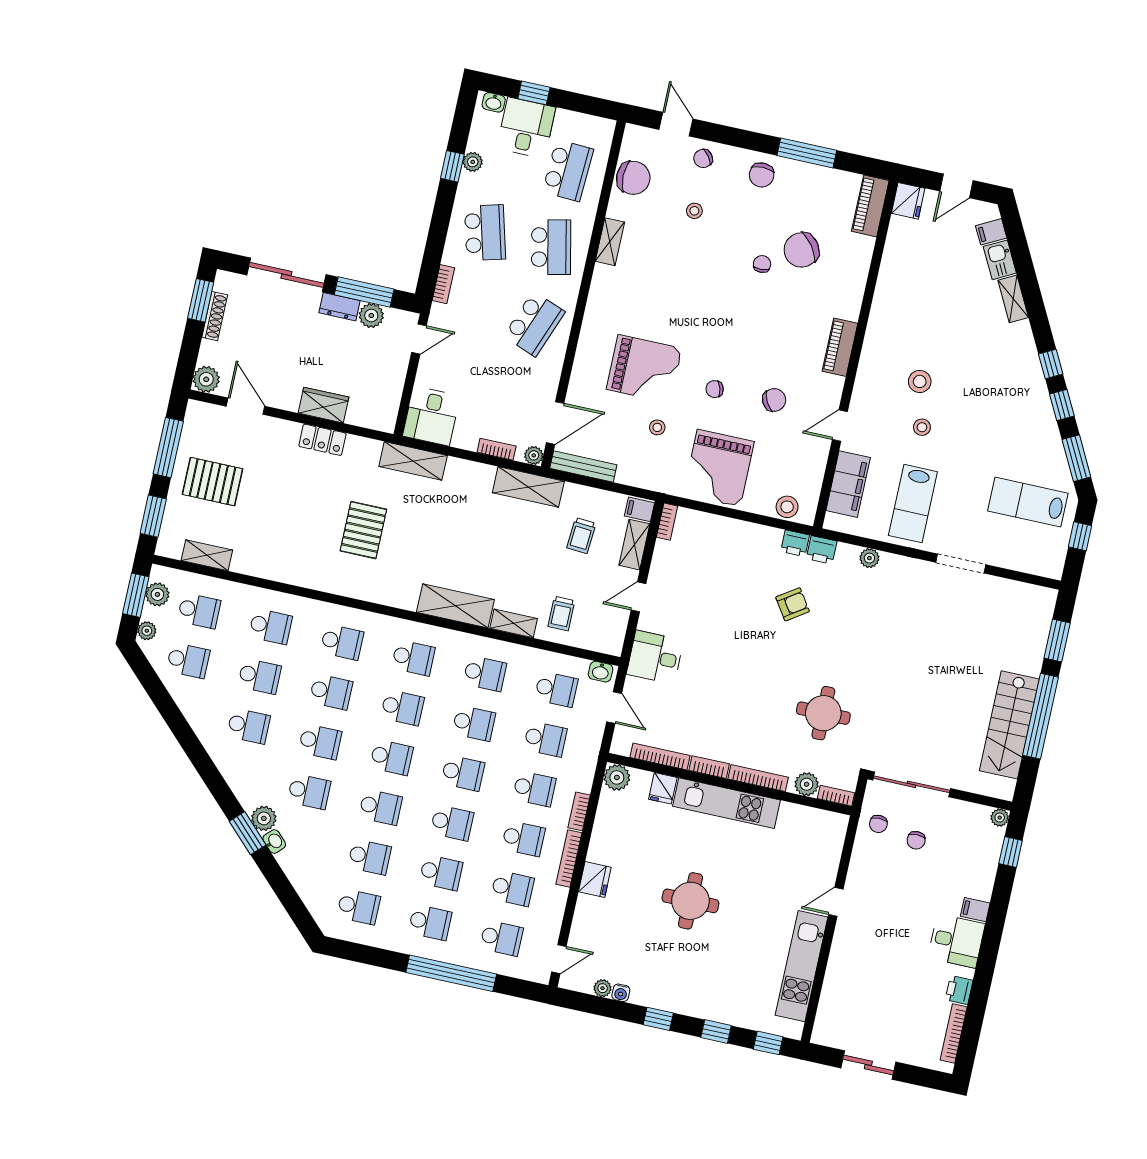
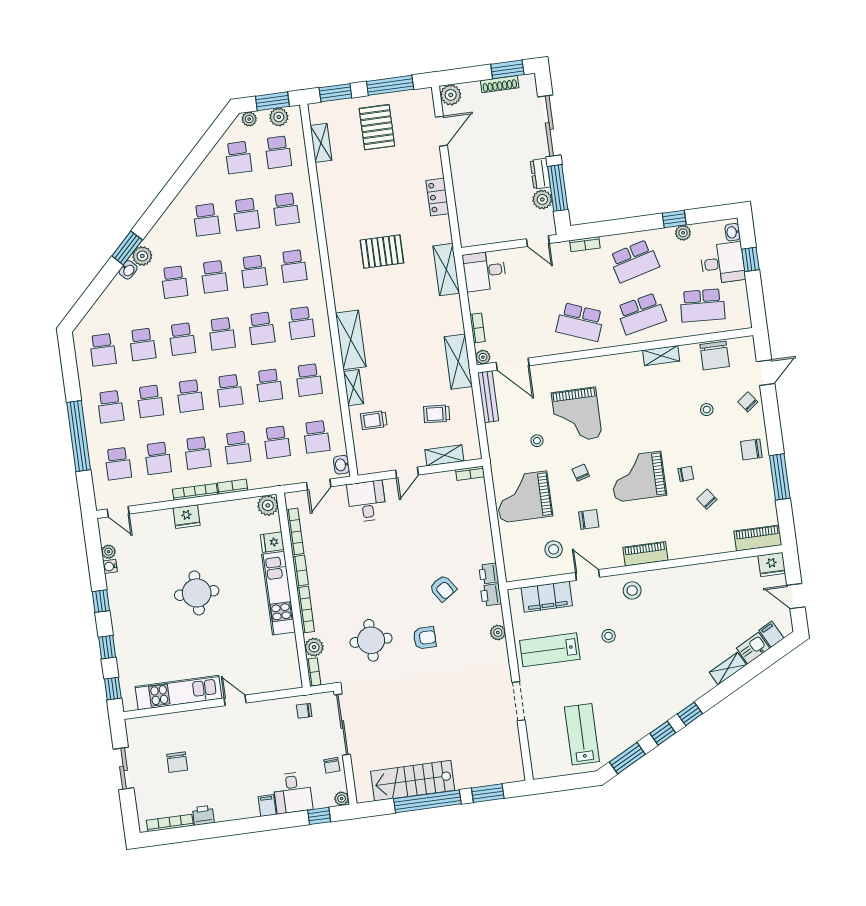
chair: (802, 250) -> (707, 499), width x0.54, depth x0.54
grand piano: (744, 322) -> (638, 477), added
stool: (920, 381) -> (632, 590), moved
chair: (774, 400) -> (589, 519), turned -61
wardrobe: (323, 405) -> (463, 188), removed
stool: (787, 507) -> (554, 549), moved
filing cabinet: (639, 509) -> (472, 450), removed
window: (1080, 536) -> (571, 782), removed
door: (638, 597) -> (407, 473), swing flipped
armchair: (844, 648) -> (425, 638), added
chair: (916, 840) -> (332, 765), moved, turned -92
desk: (956, 941) -> (293, 793), moved
chair: (884, 998) -> (177, 762), added

